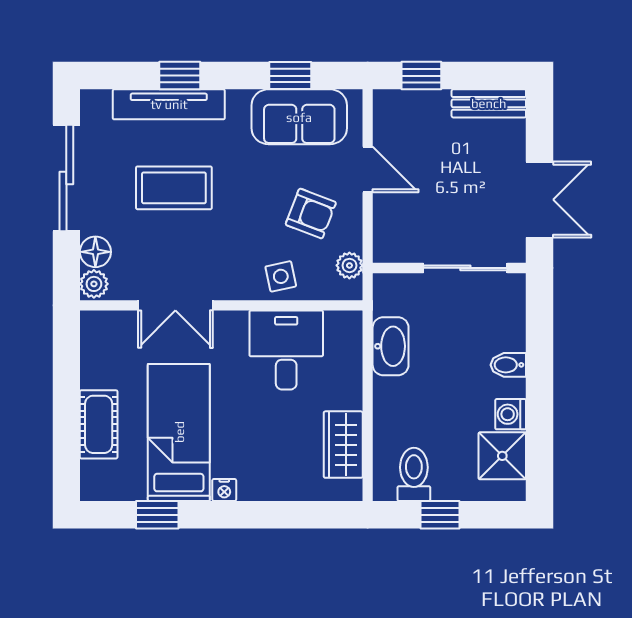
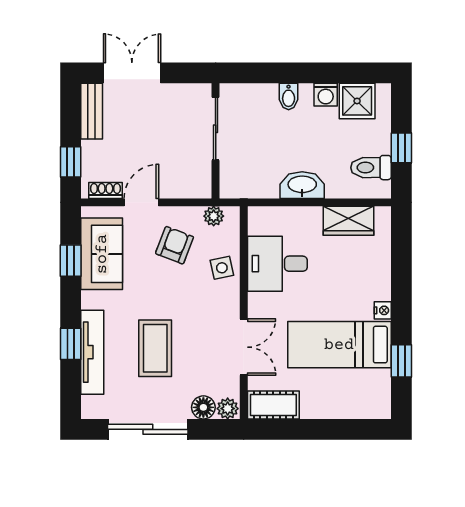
shoe rack: (384, 122) -> (105, 190), added
double door: (540, 200) -> (132, 73), moved
washbasin: (391, 346) -> (302, 185), moved
cot: (99, 424) -> (273, 405), moved

